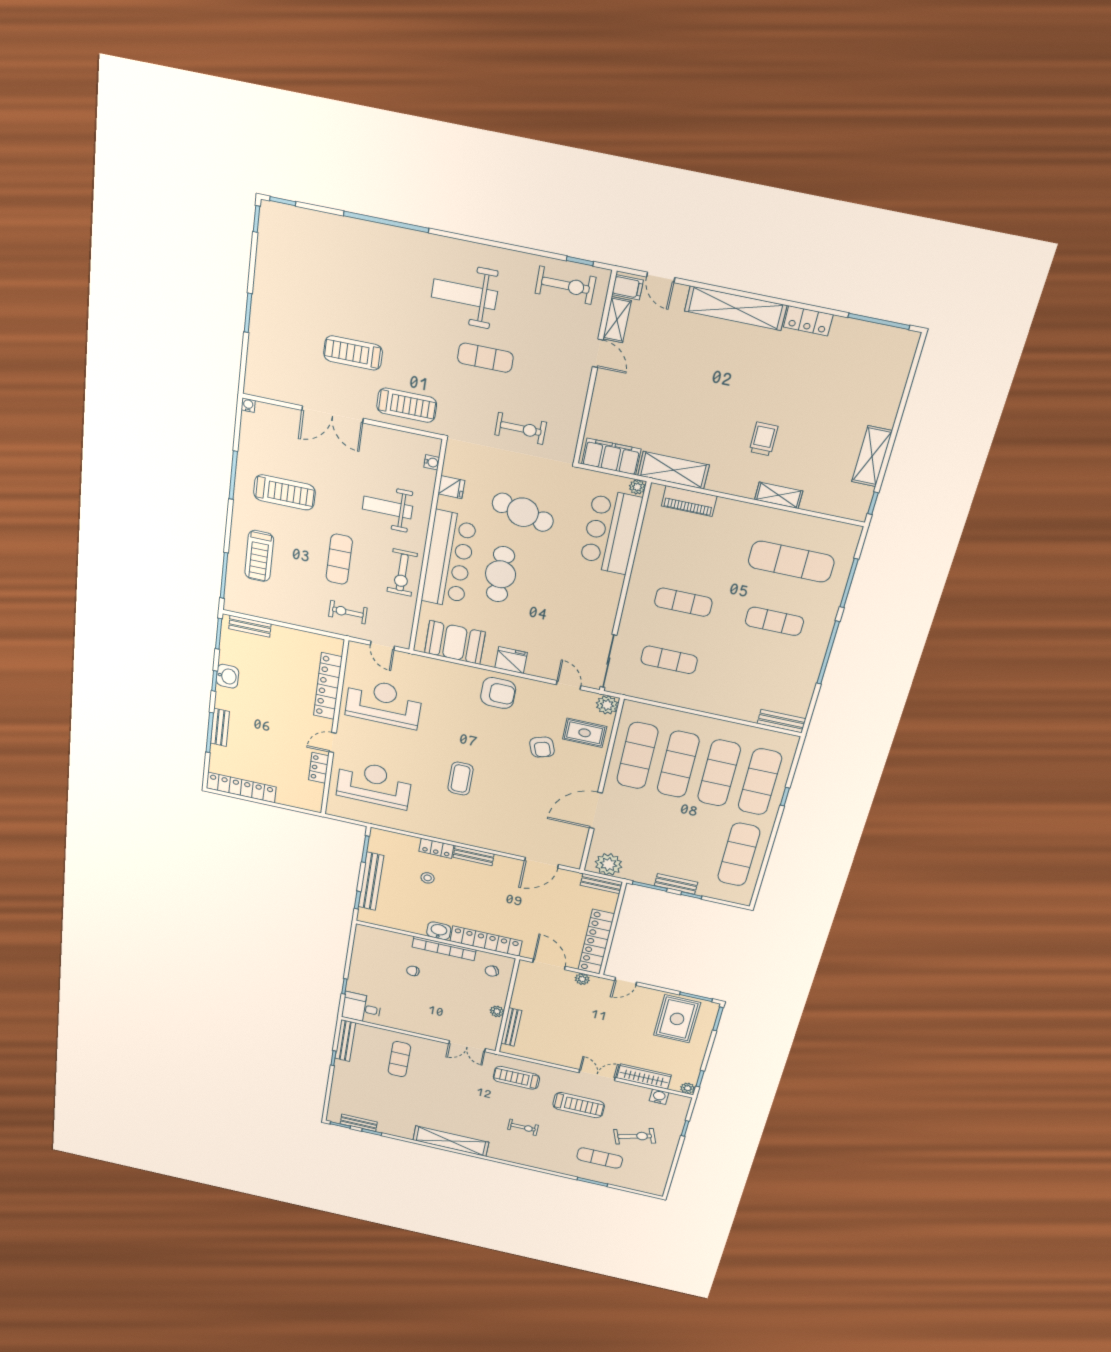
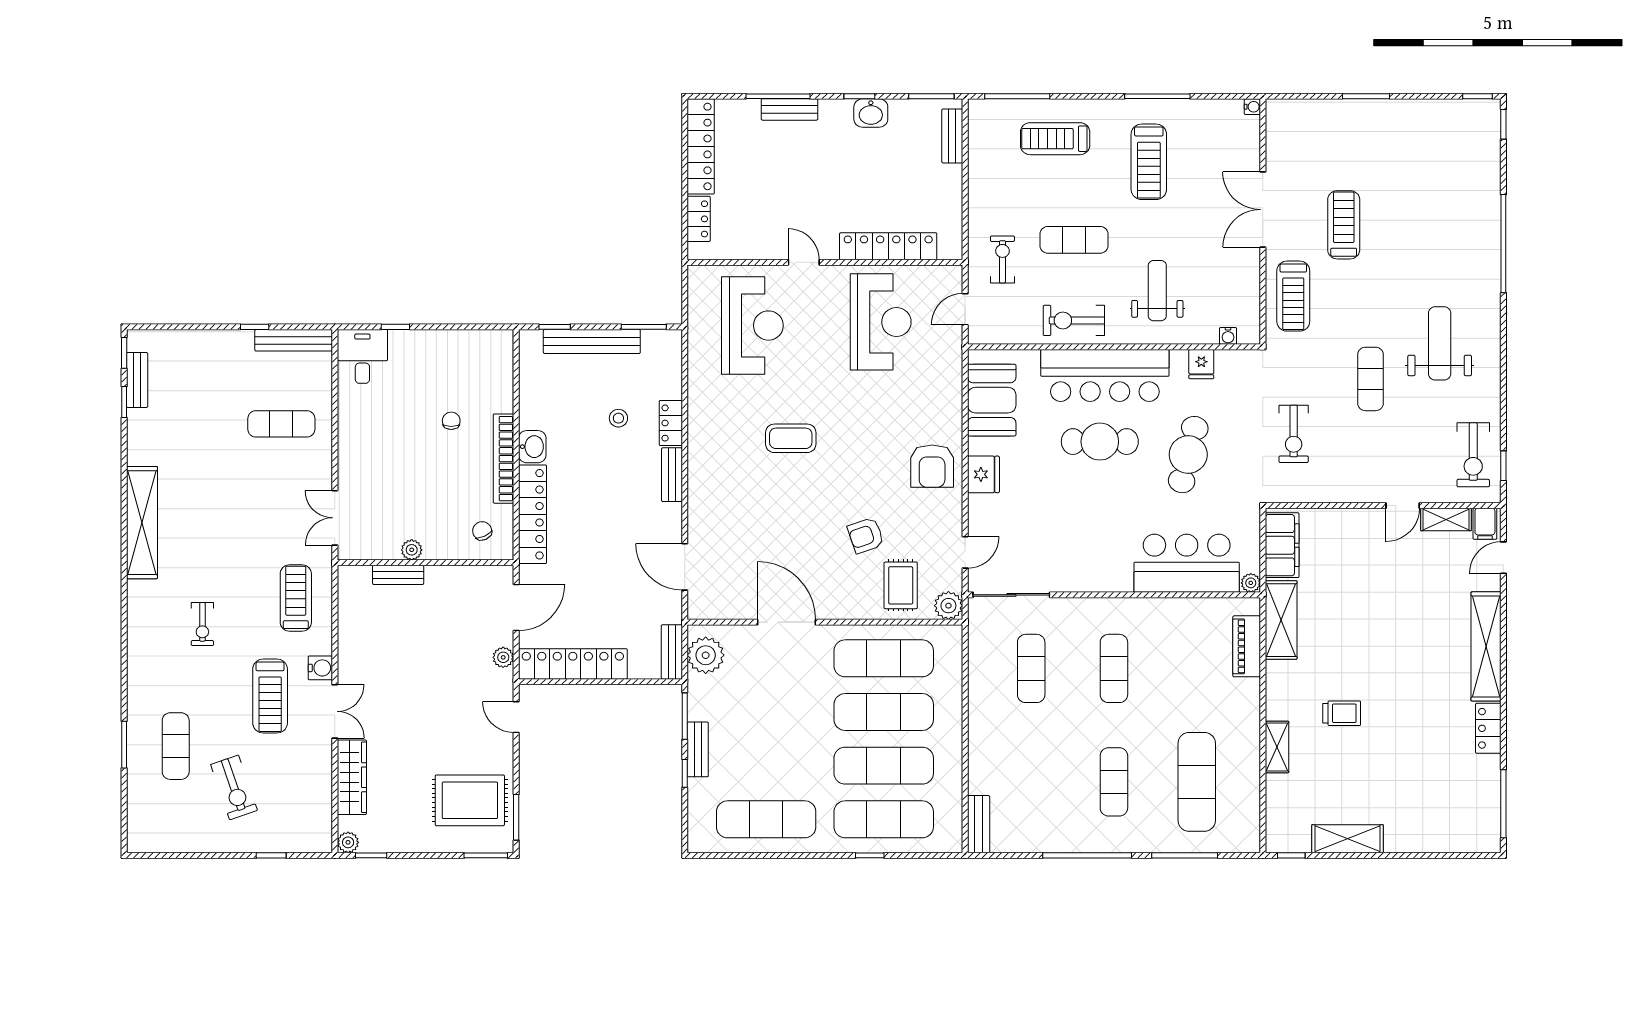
locker: (319, 768) -> (699, 219), moved, turned 90
bench: (511, 1027) -> (398, 575), width x0.73
water cooler: (659, 1097) -> (320, 668), moved

